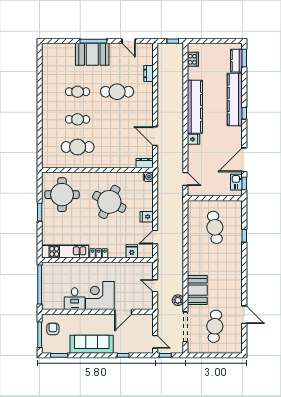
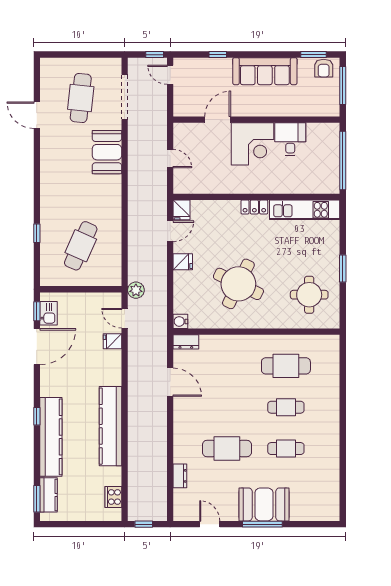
fridge: (194, 139) -> (113, 341), moved
round table: (62, 195) -> (309, 295), width x0.73, depth x0.73
cafe table: (215, 227) -> (81, 246), turned 33
fridge: (132, 251) -> (182, 210), moved
plant: (178, 300) -> (136, 290), moved
armchair: (53, 329) -> (324, 68), moved

